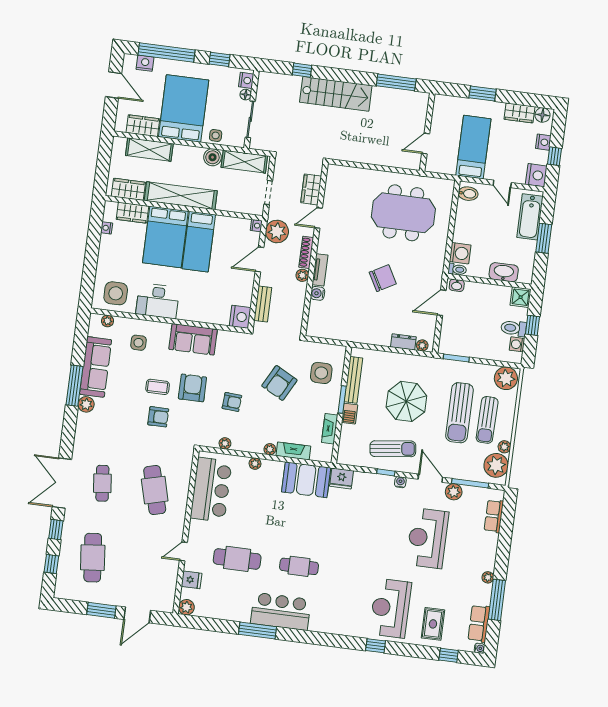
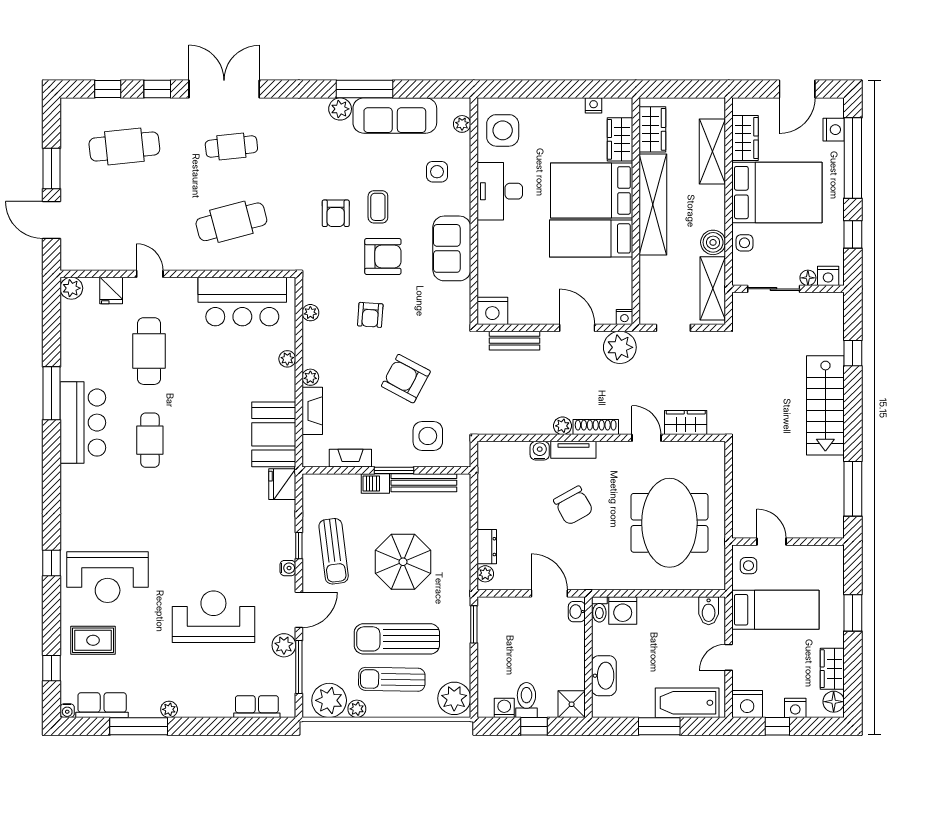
side table: (440, 162) -> (749, 566), added
wardrobe: (311, 189) -> (686, 423), moved
door: (318, 218) -> (647, 438), moved
wall: (314, 249) -> (601, 438), moved
shoe rack: (306, 252) -> (596, 427), moved
tv unit: (320, 270) -> (573, 450), moved
plant: (302, 275) -> (563, 426), moved
water cooler: (318, 293) -> (540, 451), moved
reception desk: (390, 608) -> (108, 577), turned 180

